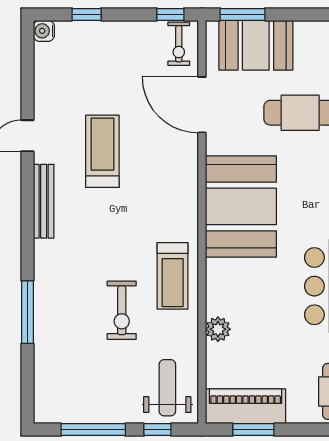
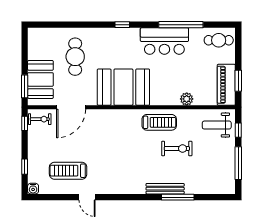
treadmill: (102, 151) -> (68, 171), moved
bench: (44, 201) -> (165, 189), moved

